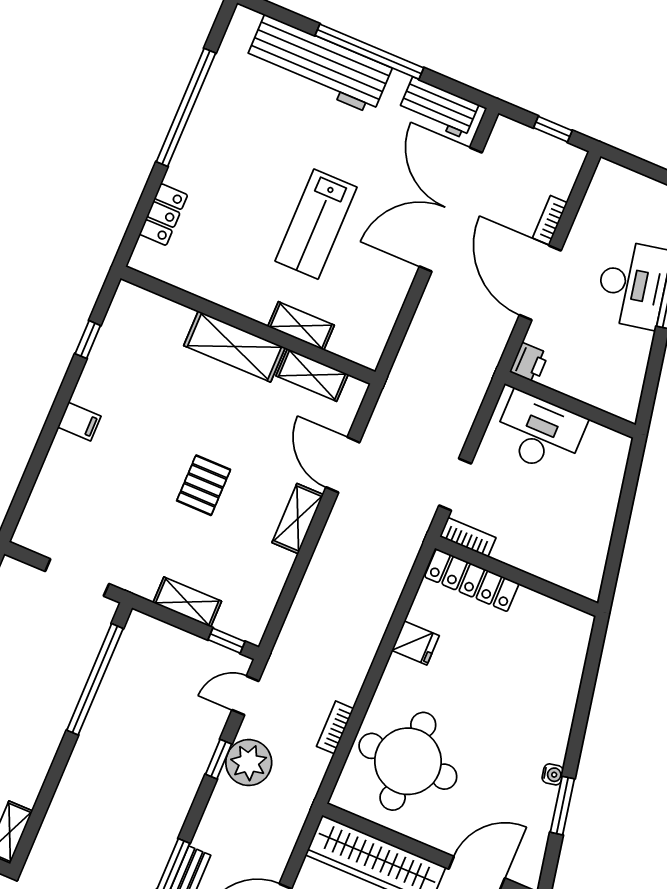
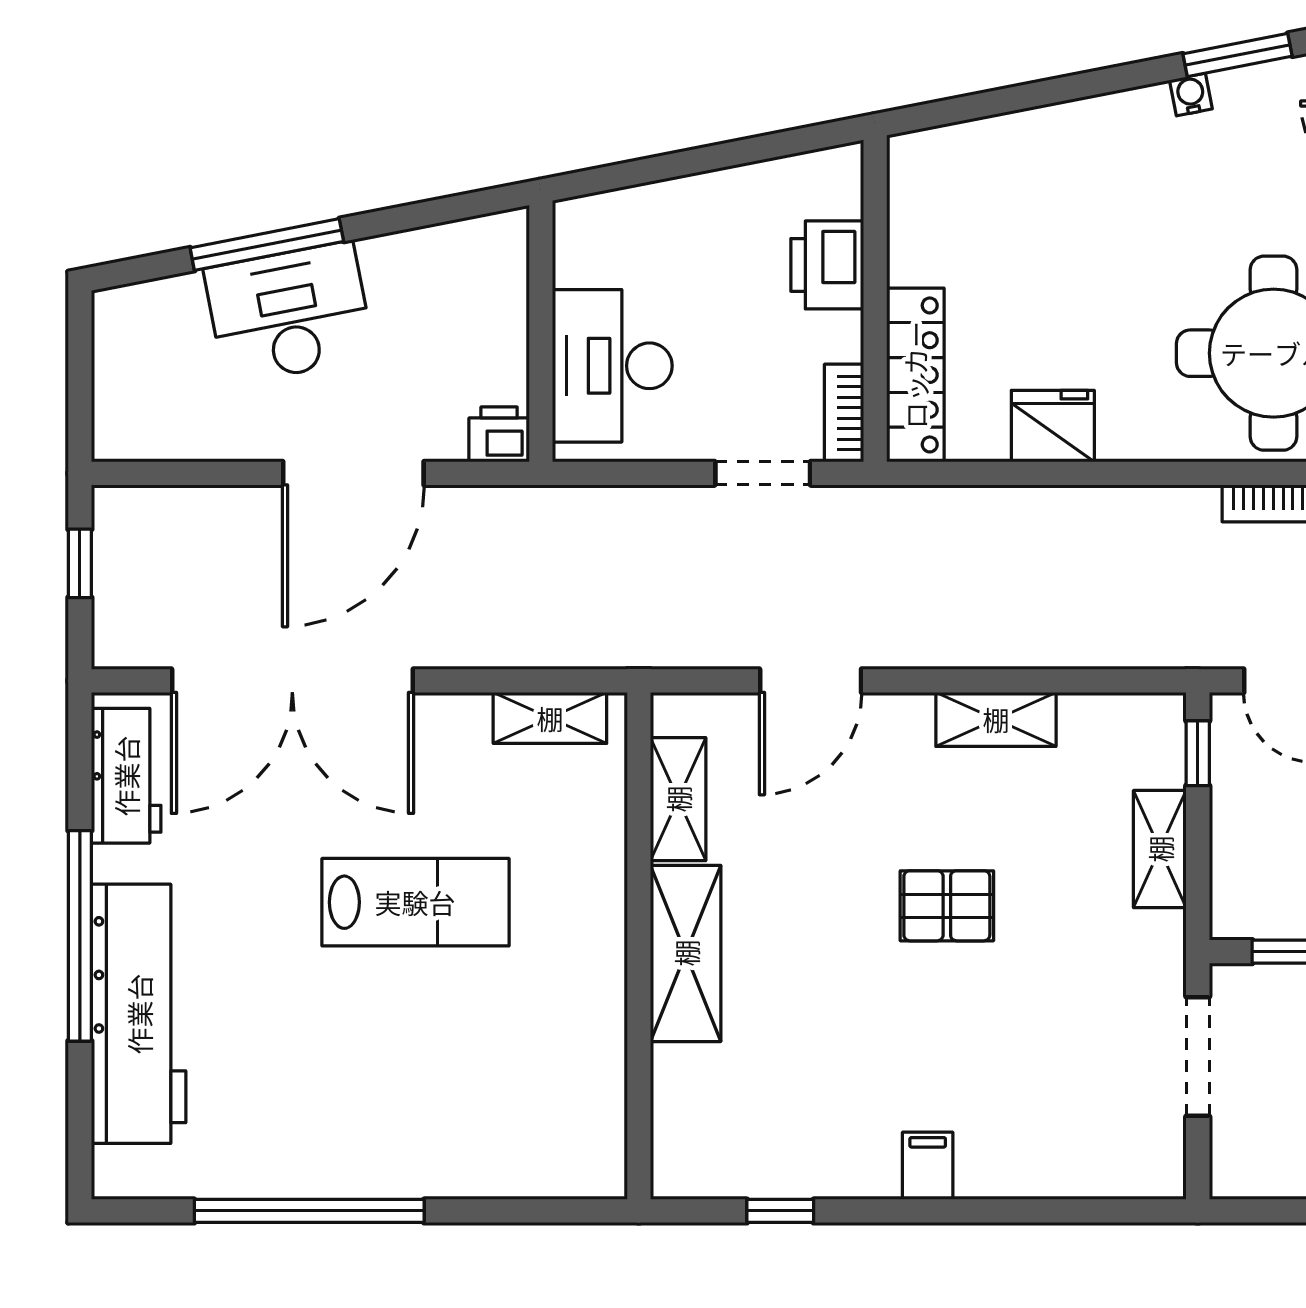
locker: (163, 215) -> (510, 1172), removed
bookcase: (550, 220) -> (239, 502), removed
shelving: (301, 326) -> (550, 718), moved, turned 90
shelving: (298, 519) -> (996, 719), moved
printer: (544, 560) -> (827, 265), added
fridge: (416, 643) -> (1053, 426), width x1.38

